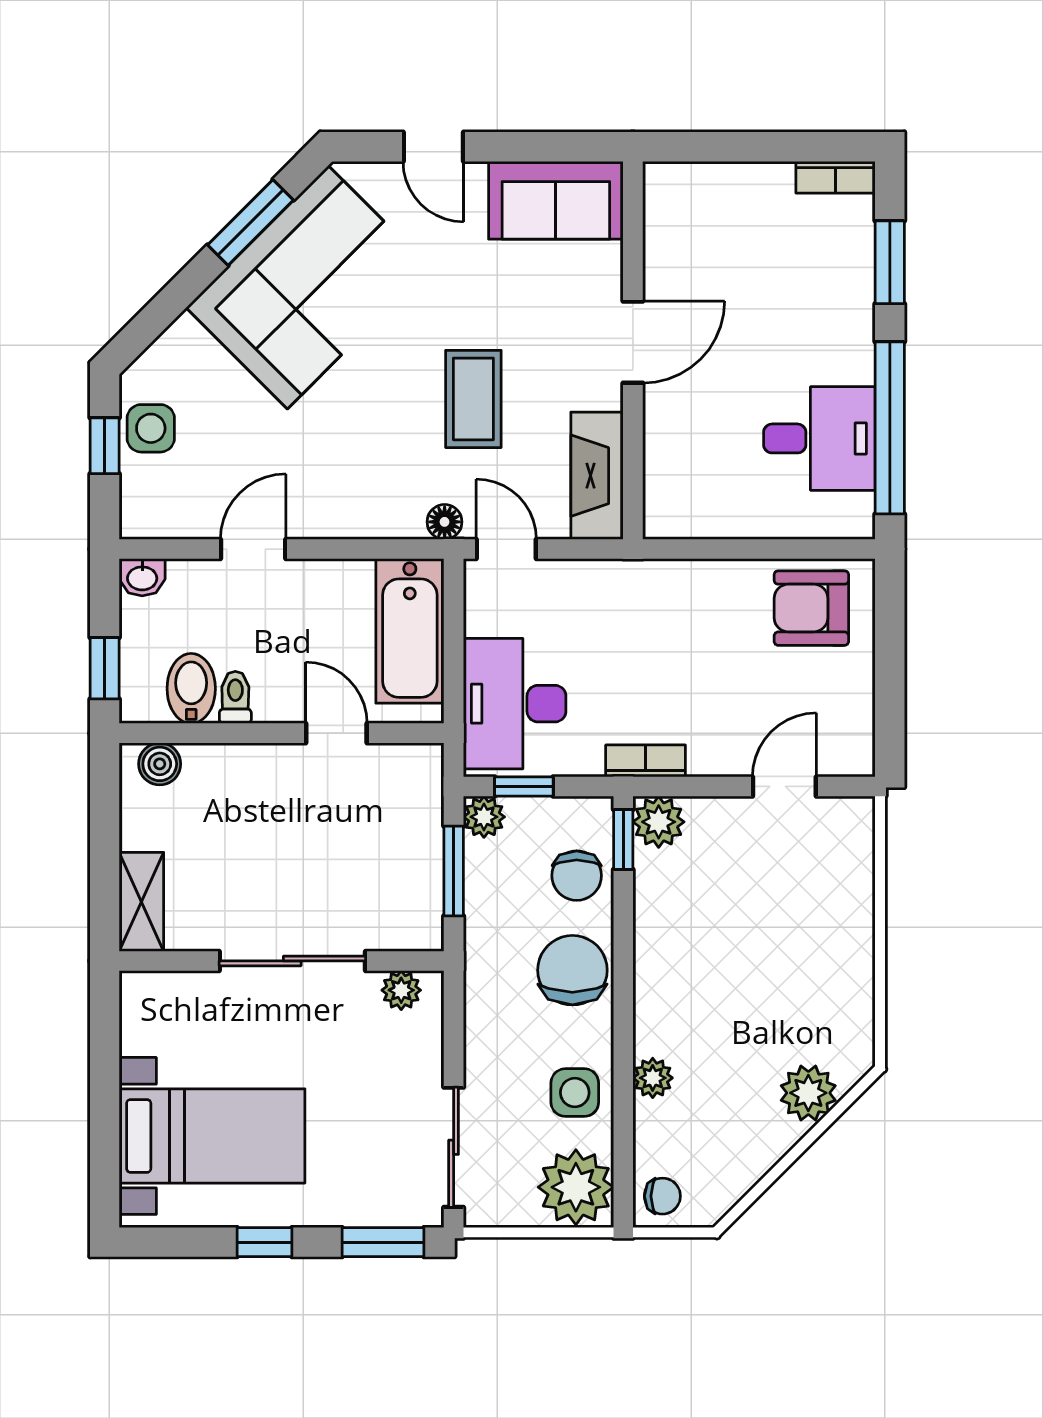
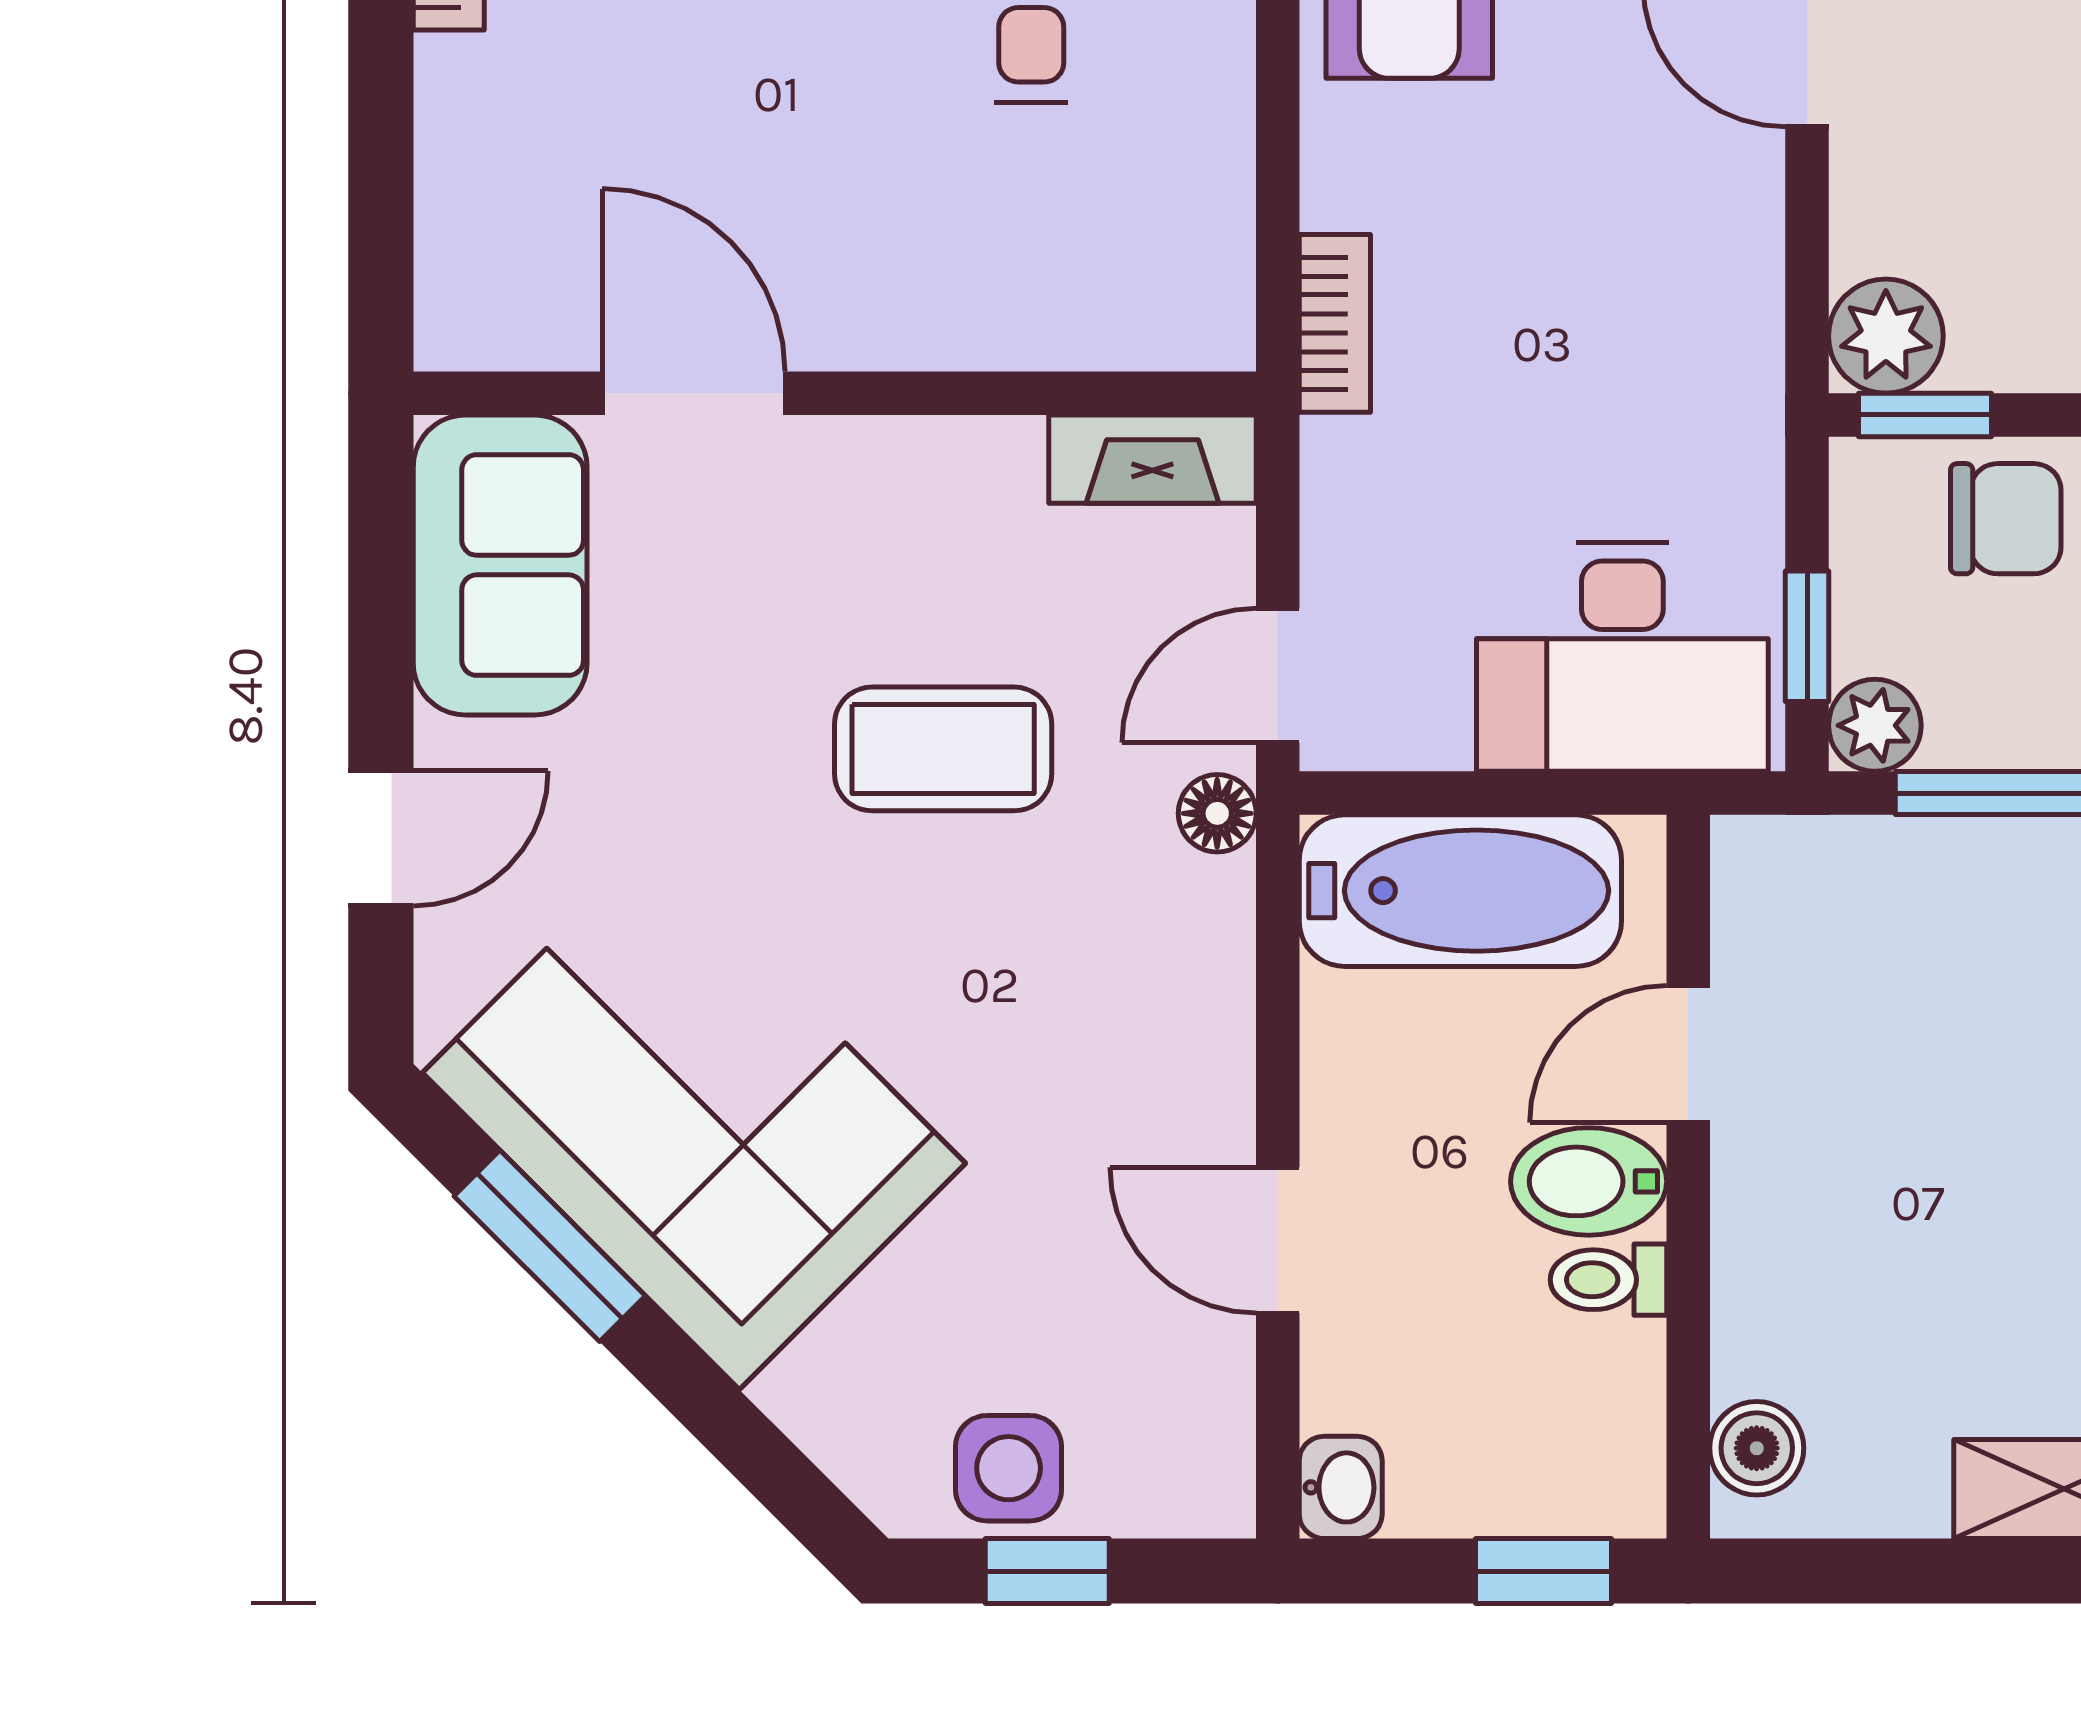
door: (633, 342) -> (694, 393), moved
fireplace: (597, 476) -> (1152, 459), width x0.73, depth x0.76
bidet: (191, 688) -> (1589, 1181), moved
bookcase: (646, 761) -> (1335, 323), moved, turned 180

